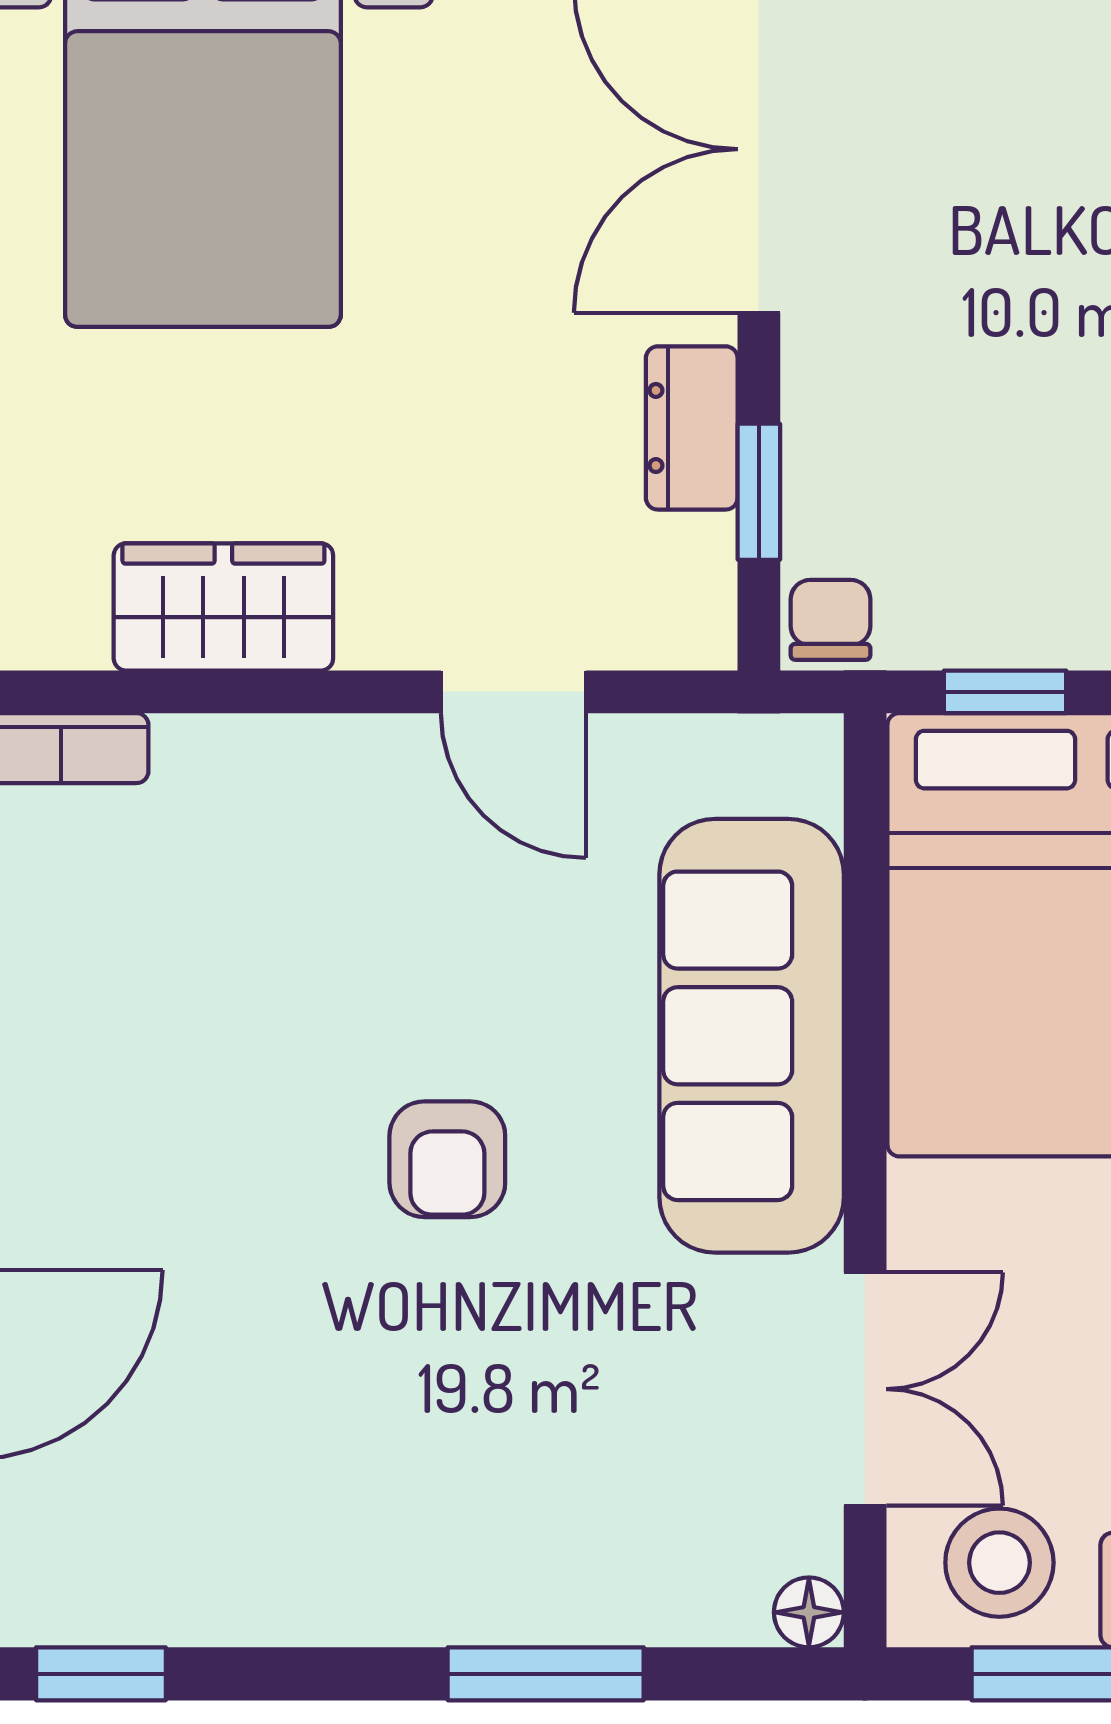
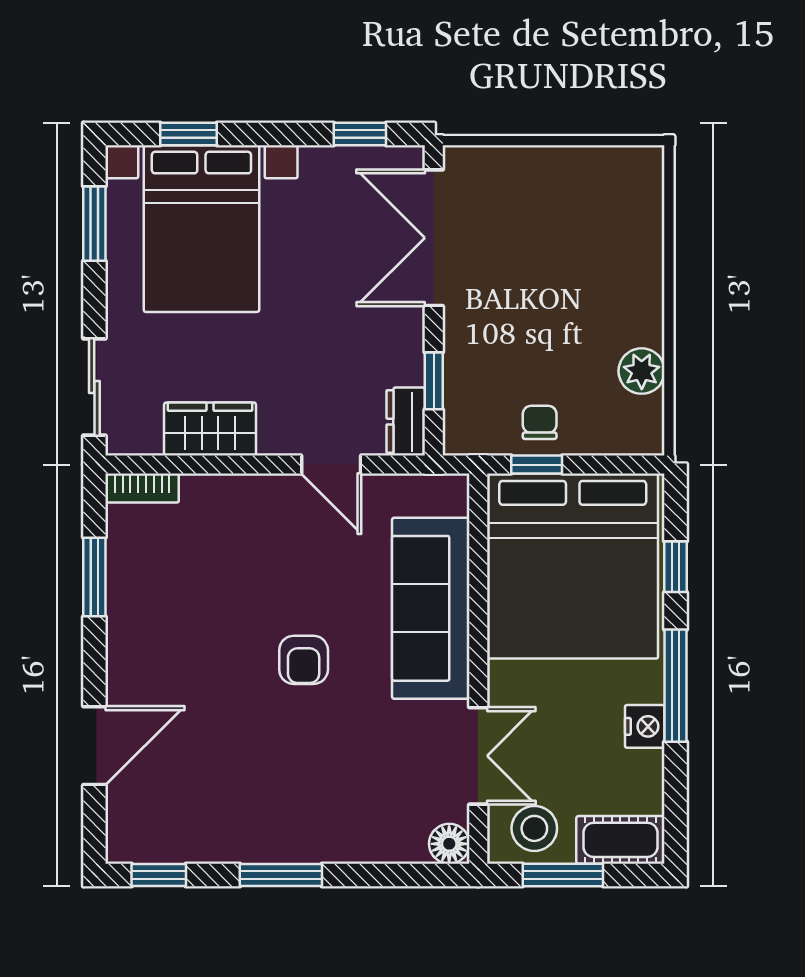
dresser: (692, 428) -> (406, 422), moved
chair: (830, 620) -> (540, 422), moved
floor lamp: (809, 1612) -> (449, 844), width x1.37, depth x1.37
window: (546, 1674) -> (281, 875), moved

